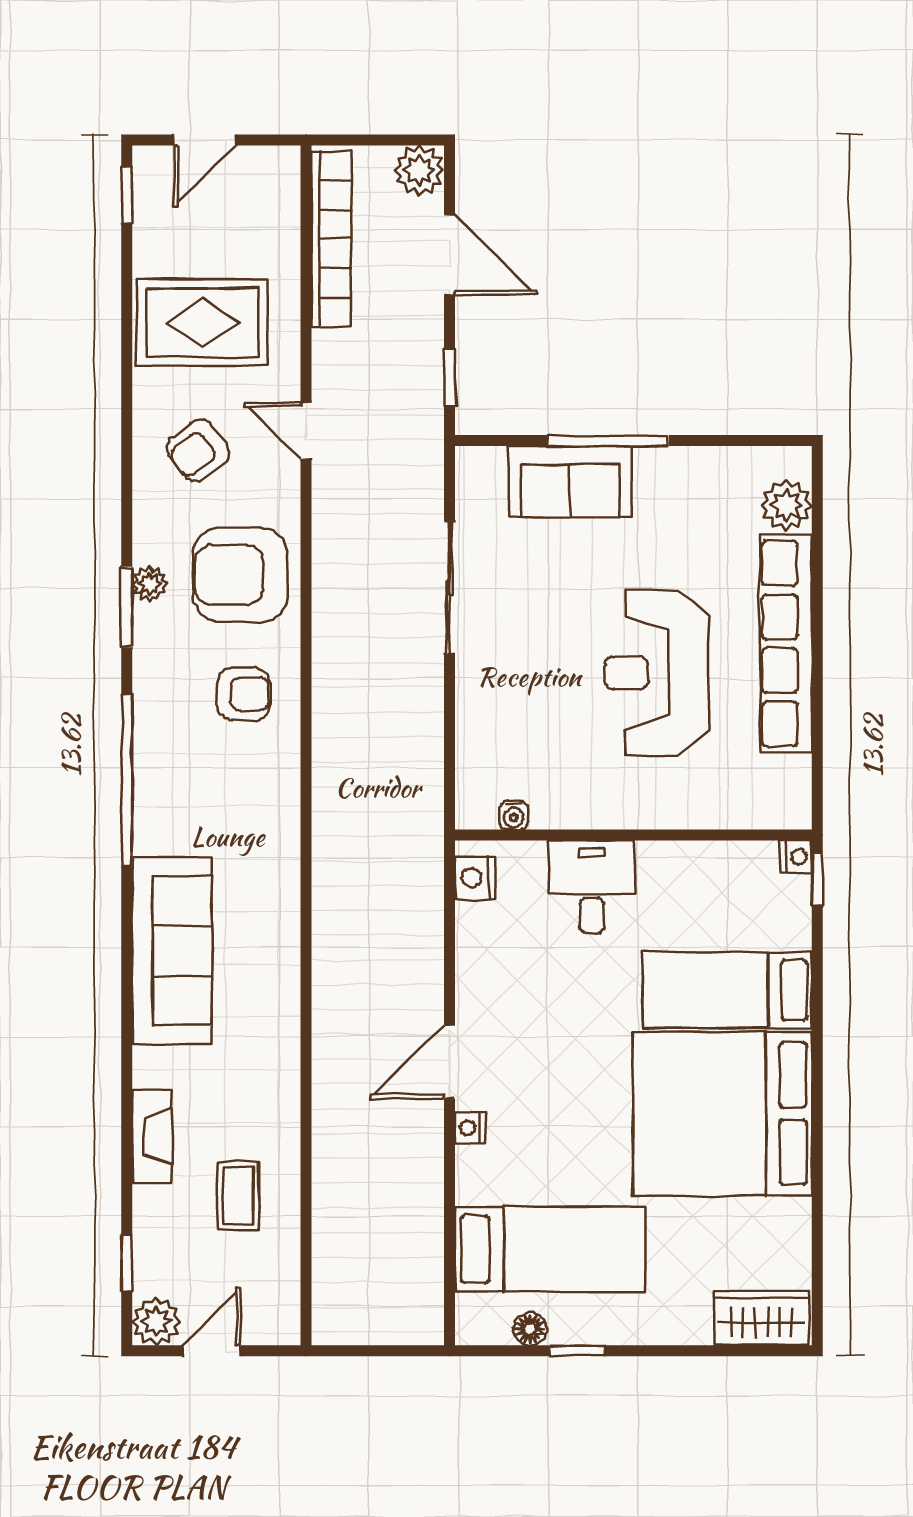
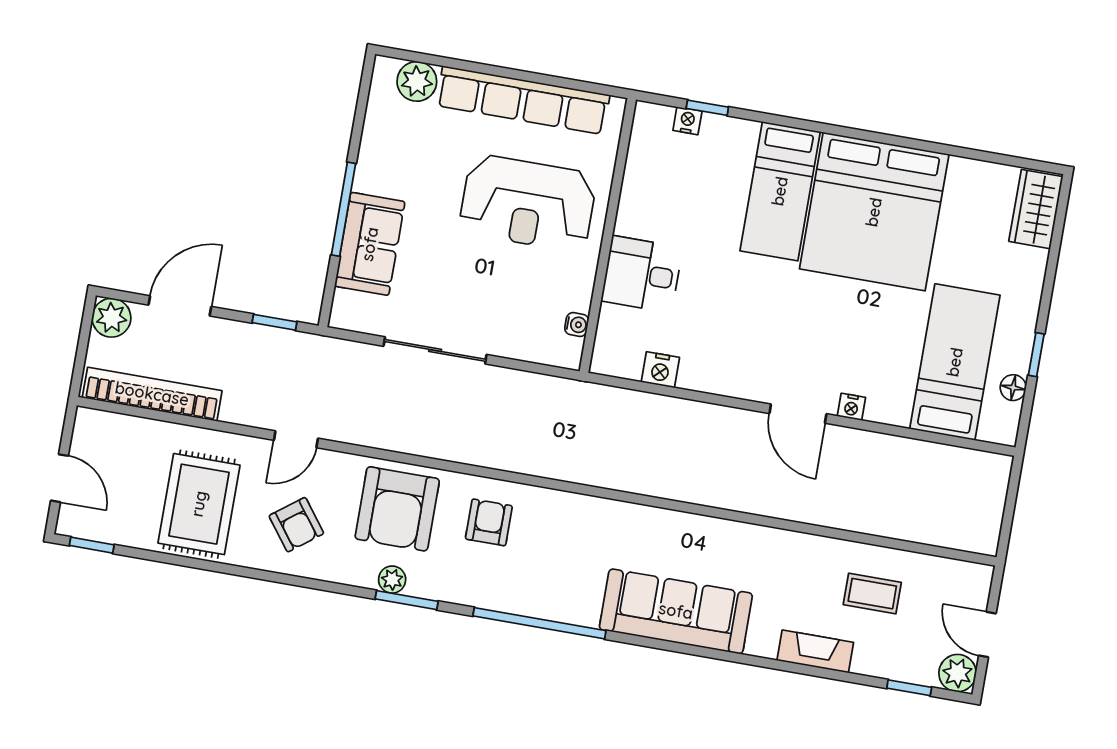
water cooler: (514, 815) -> (577, 324), moved
wall: (633, 835) -> (608, 235), moved
desk: (592, 887) -> (642, 274), moved

